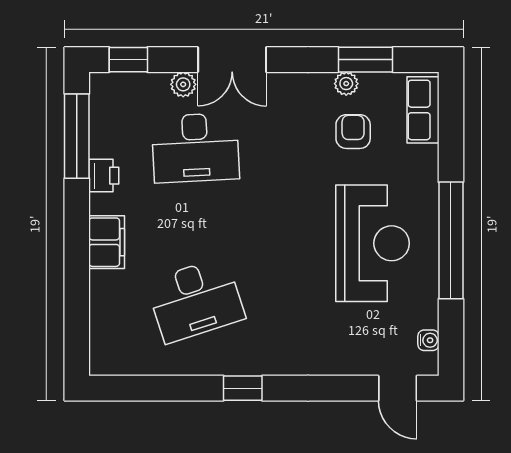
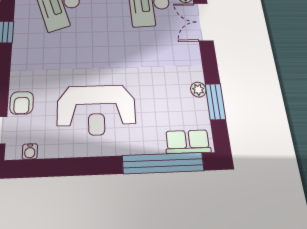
armchair: (353, 132) -> (22, 103), moved, turned 90
window: (451, 240) -> (163, 163), moved

